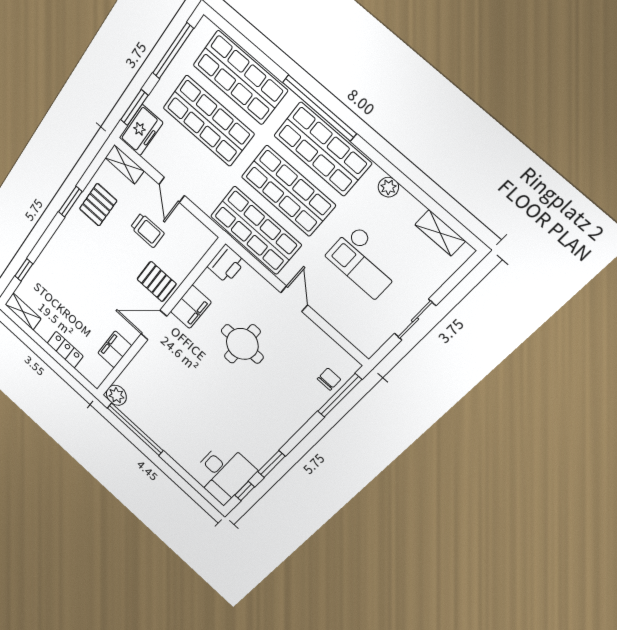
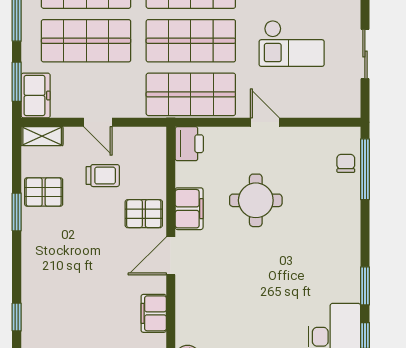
pallet: (98, 205) -> (44, 192), turned 90

